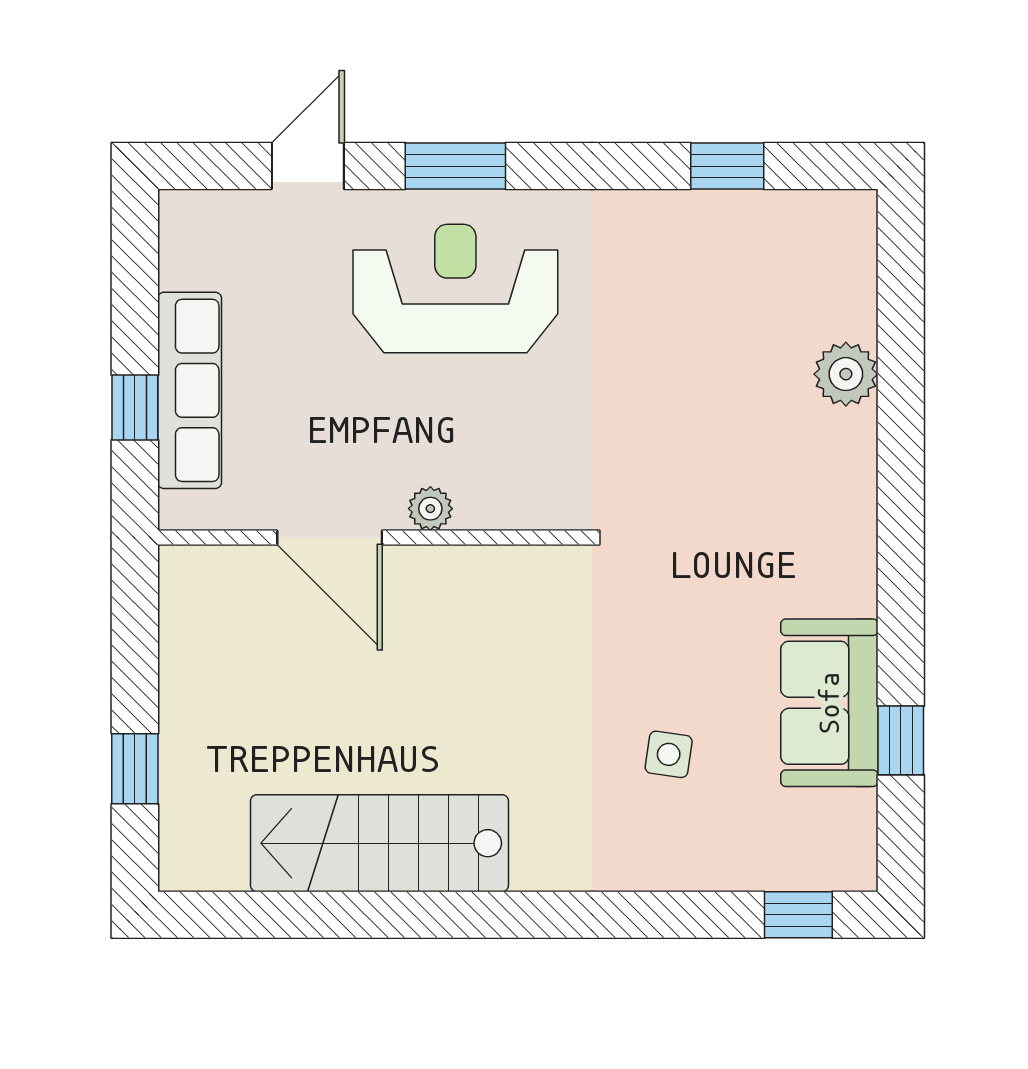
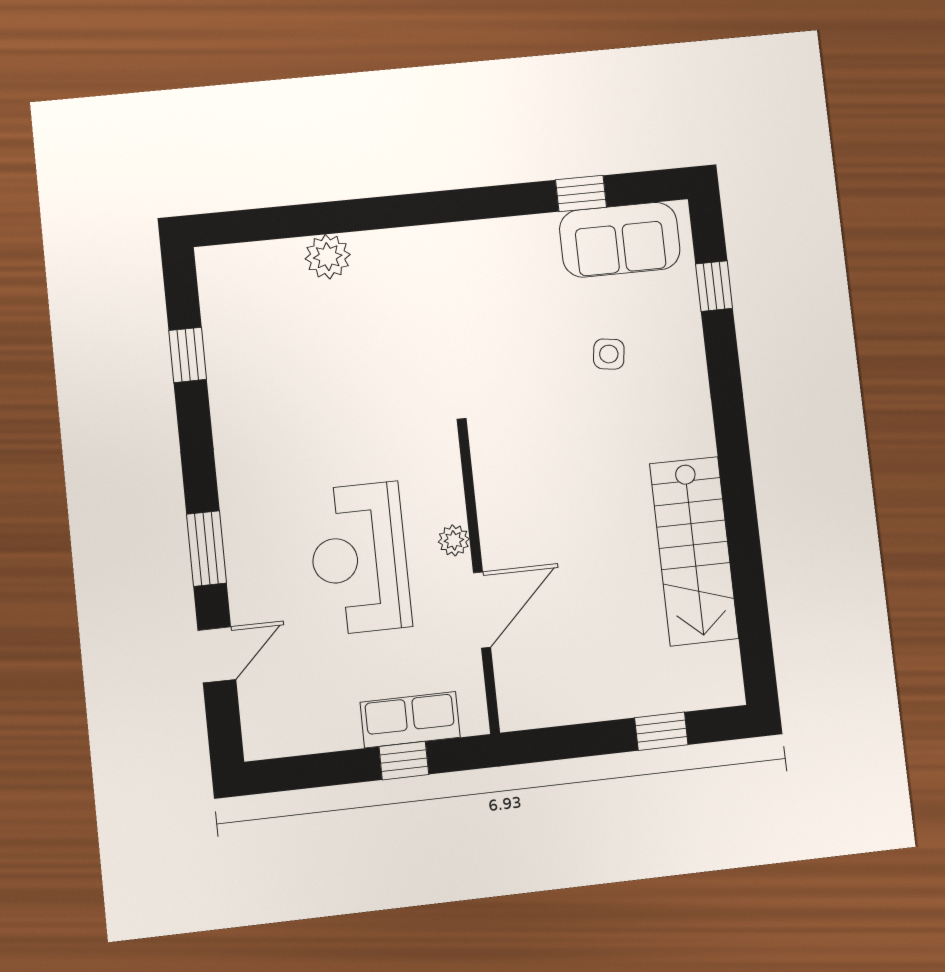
door: (308, 166) -> (217, 655), swing flipped
reception desk: (455, 288) -> (359, 558), moved
row of seats: (190, 390) -> (410, 720), width x0.68
sofa: (829, 703) -> (620, 240), moved
window: (798, 915) -> (714, 286), moved

